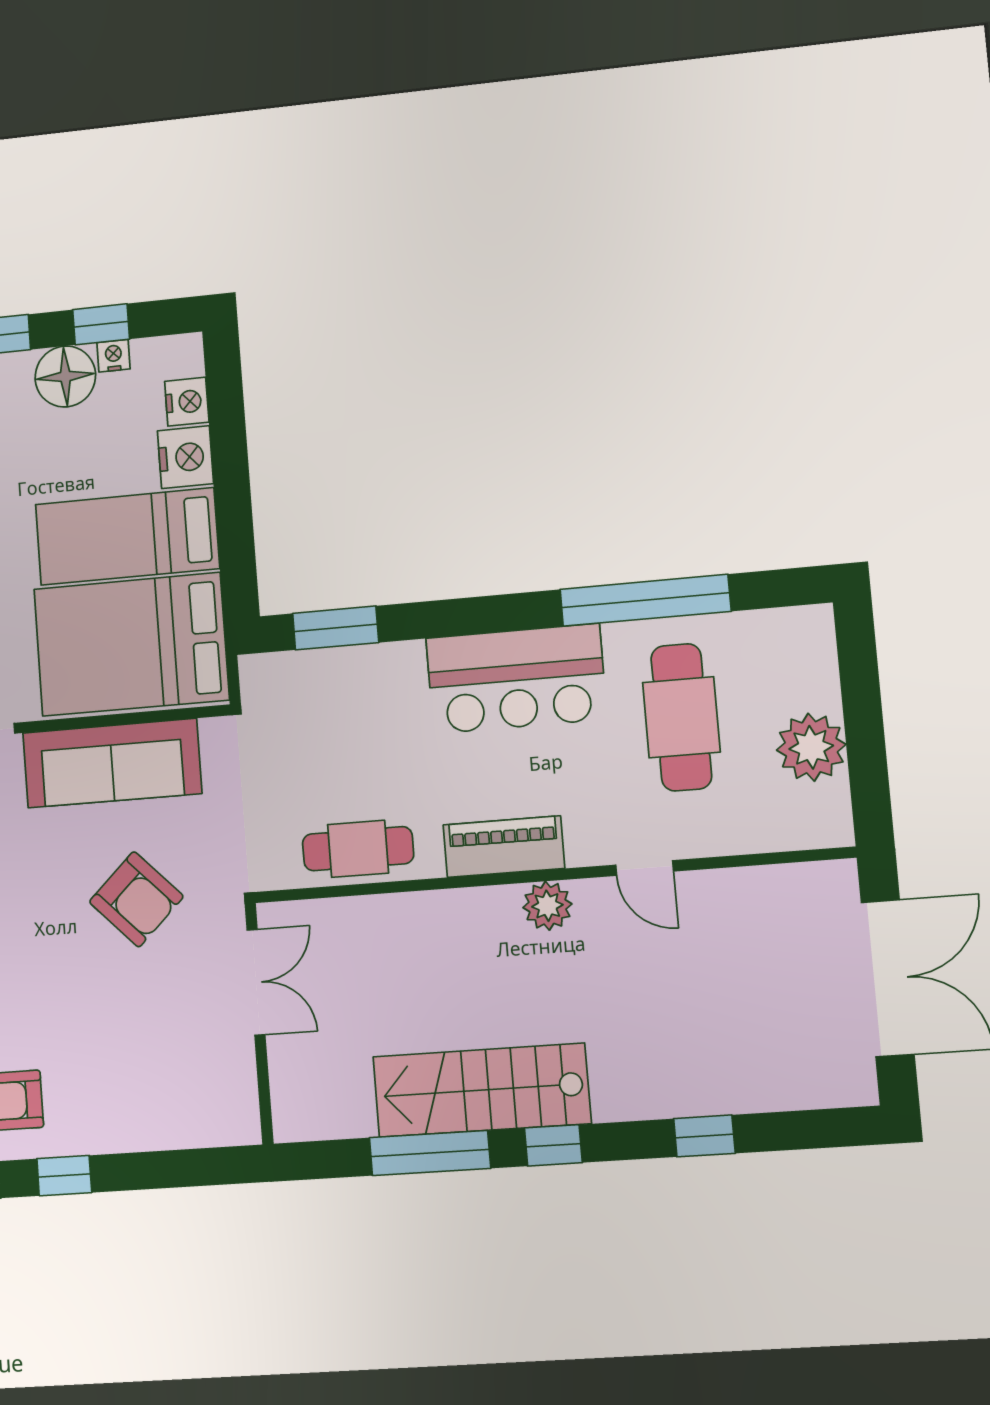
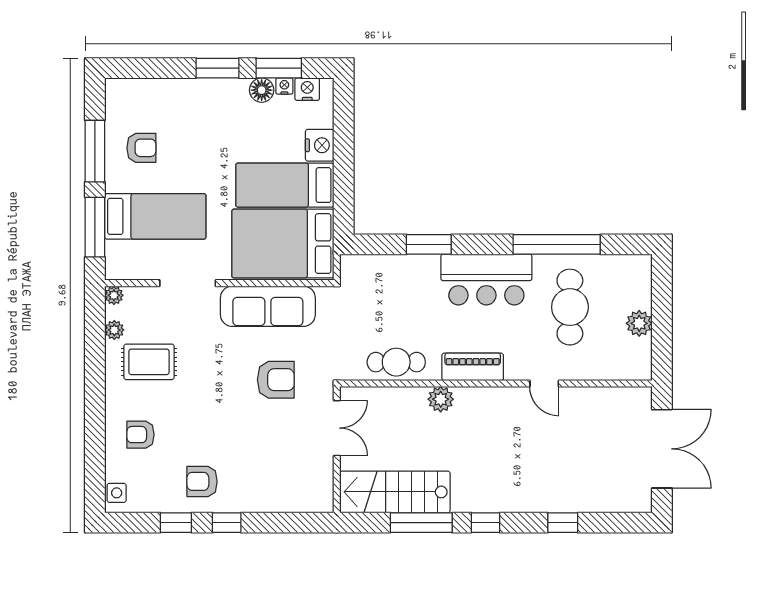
window: (101, 324) -> (279, 68), width x1.50
floor lamp: (65, 376) -> (262, 90), width x0.73, depth x0.73
nightstand: (187, 402) -> (307, 89), moved, turned -90
window: (336, 628) -> (429, 244), moved
plant: (811, 747) -> (639, 323), width x0.73, depth x0.73
armchair: (136, 899) -> (276, 380), turned -46
plant: (547, 906) -> (441, 399), moved
stairs: (482, 1090) -> (395, 492), moved

